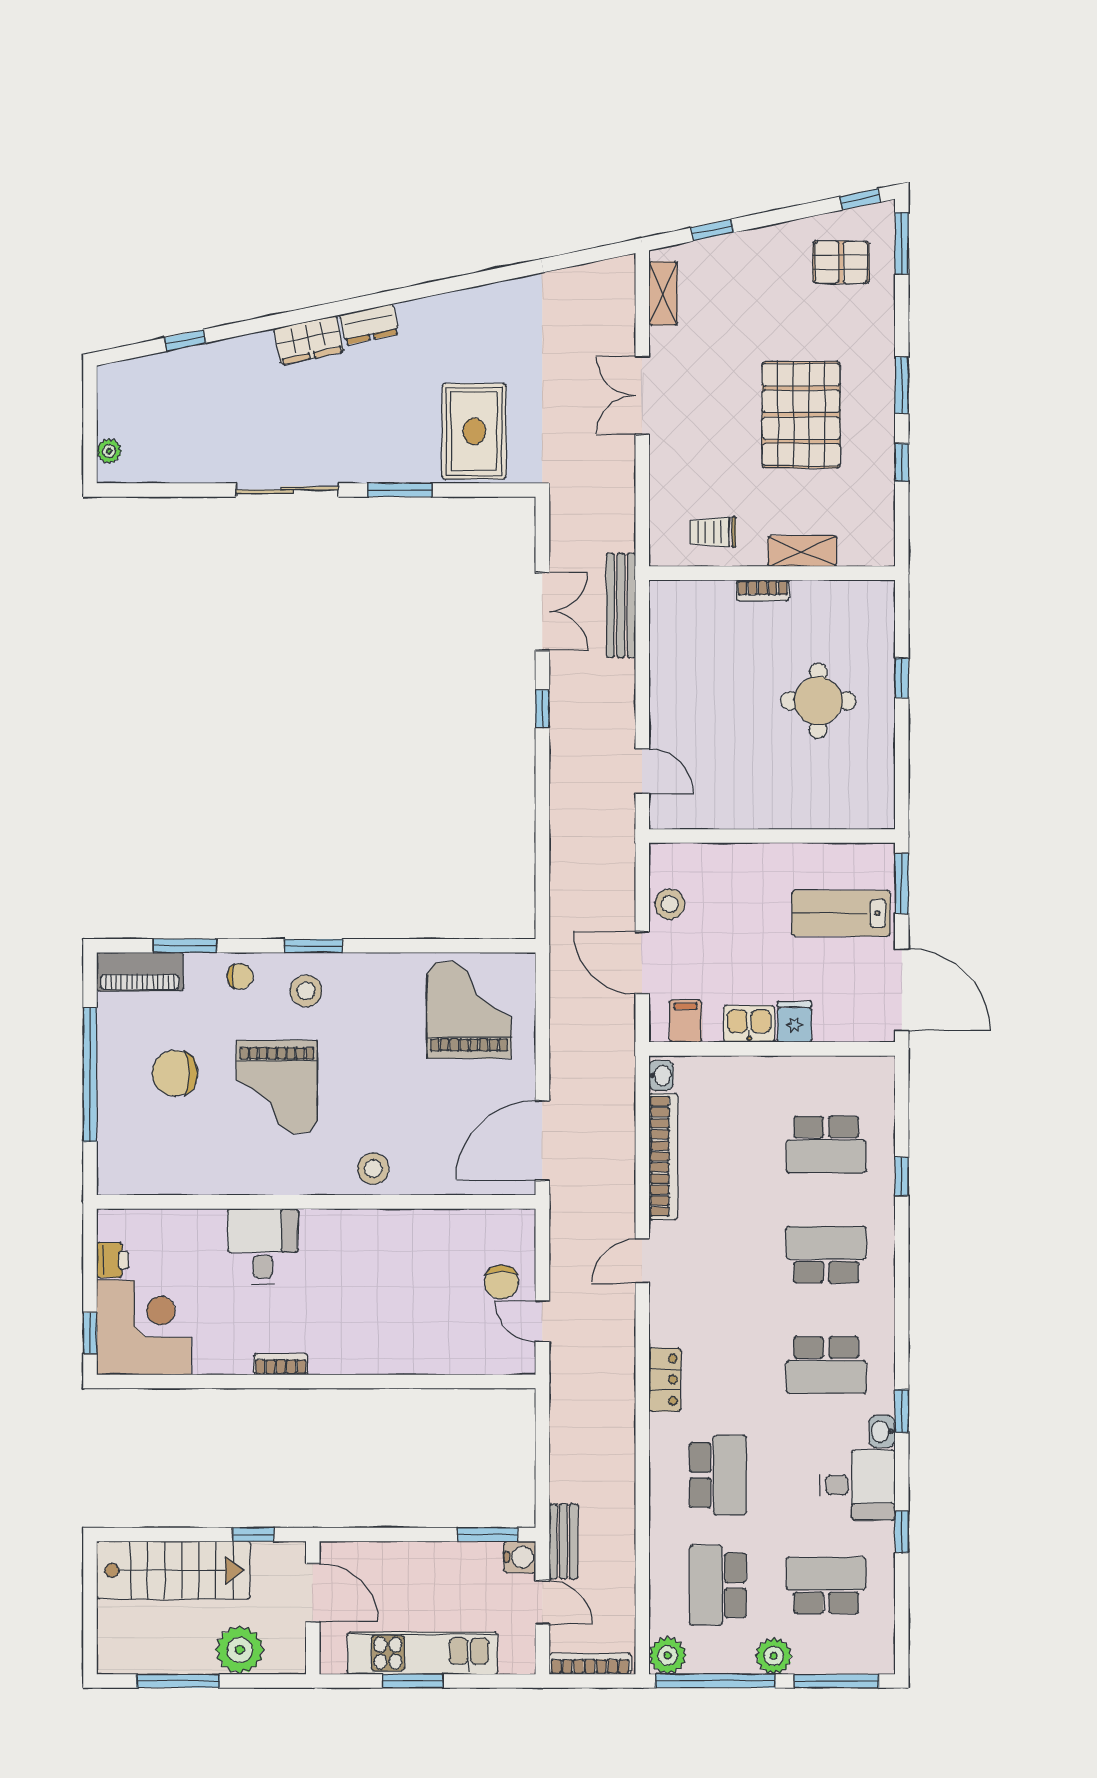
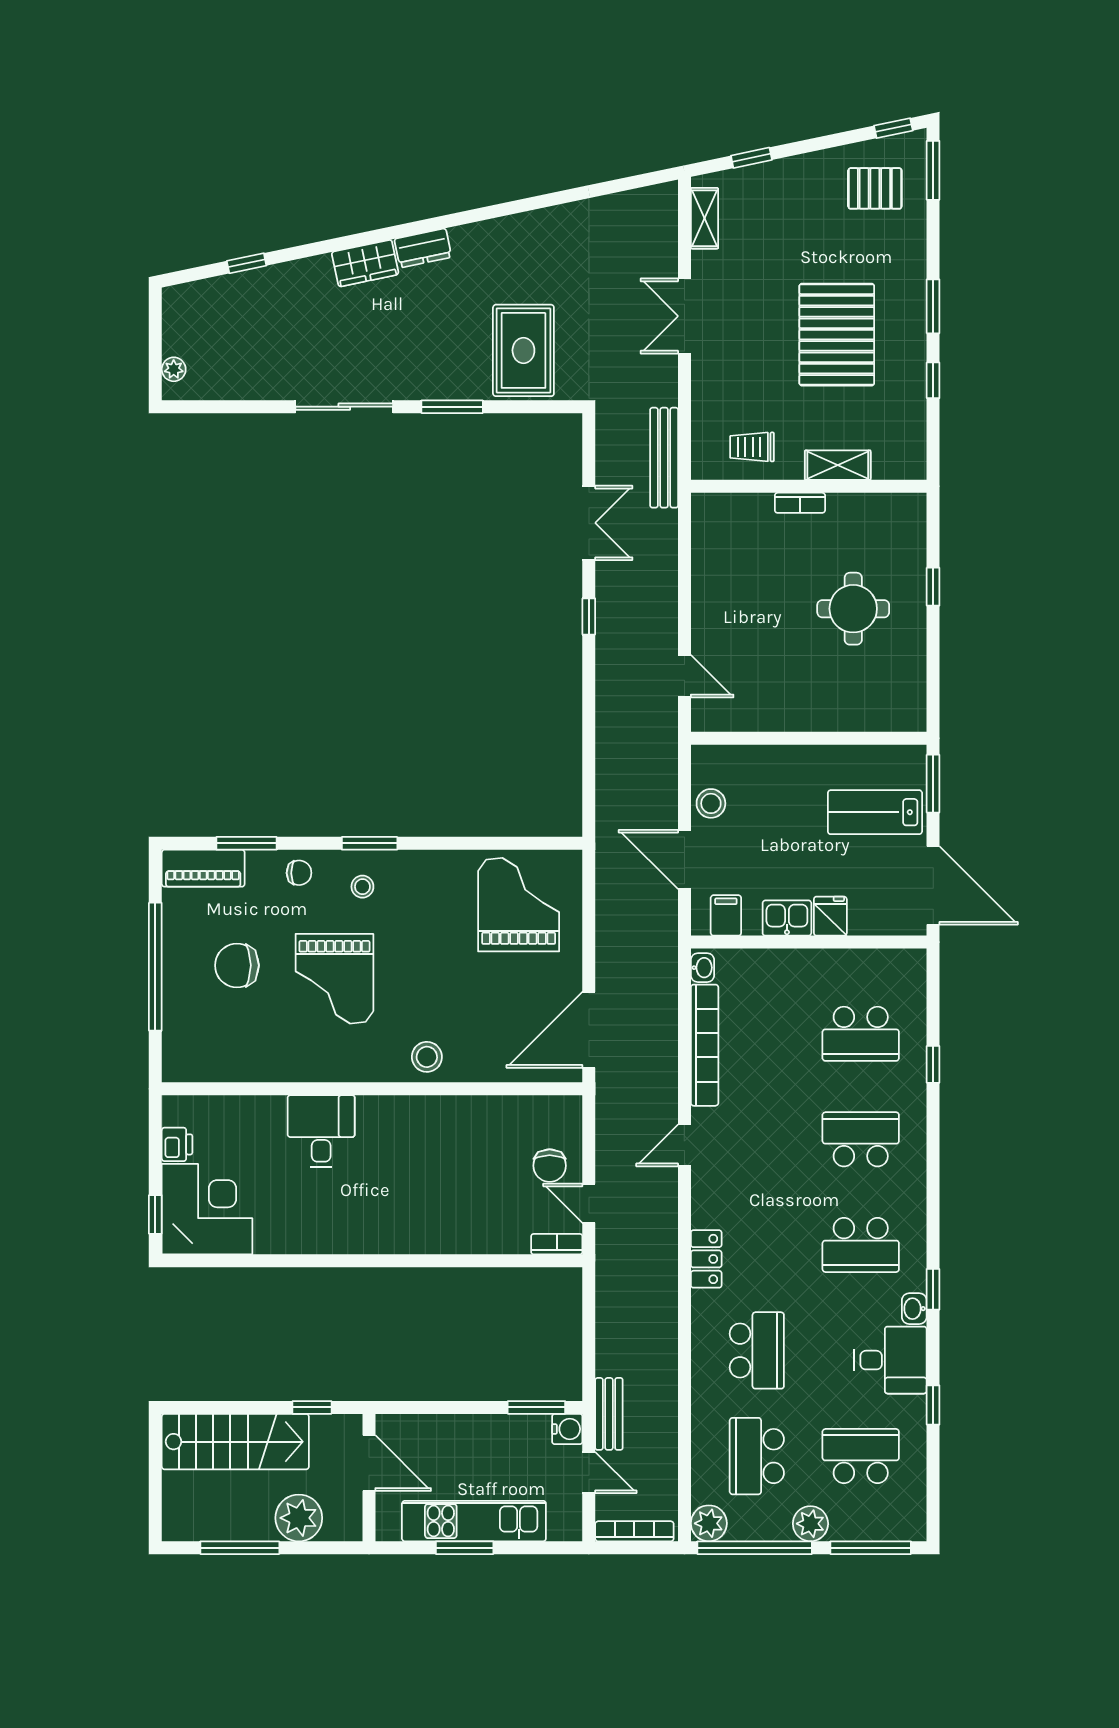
bench: (621, 605) -> (664, 458), moved
stool: (306, 991) -> (362, 887), width x0.73, depth x0.73
bookcase: (281, 1364) -> (557, 1244), moved

